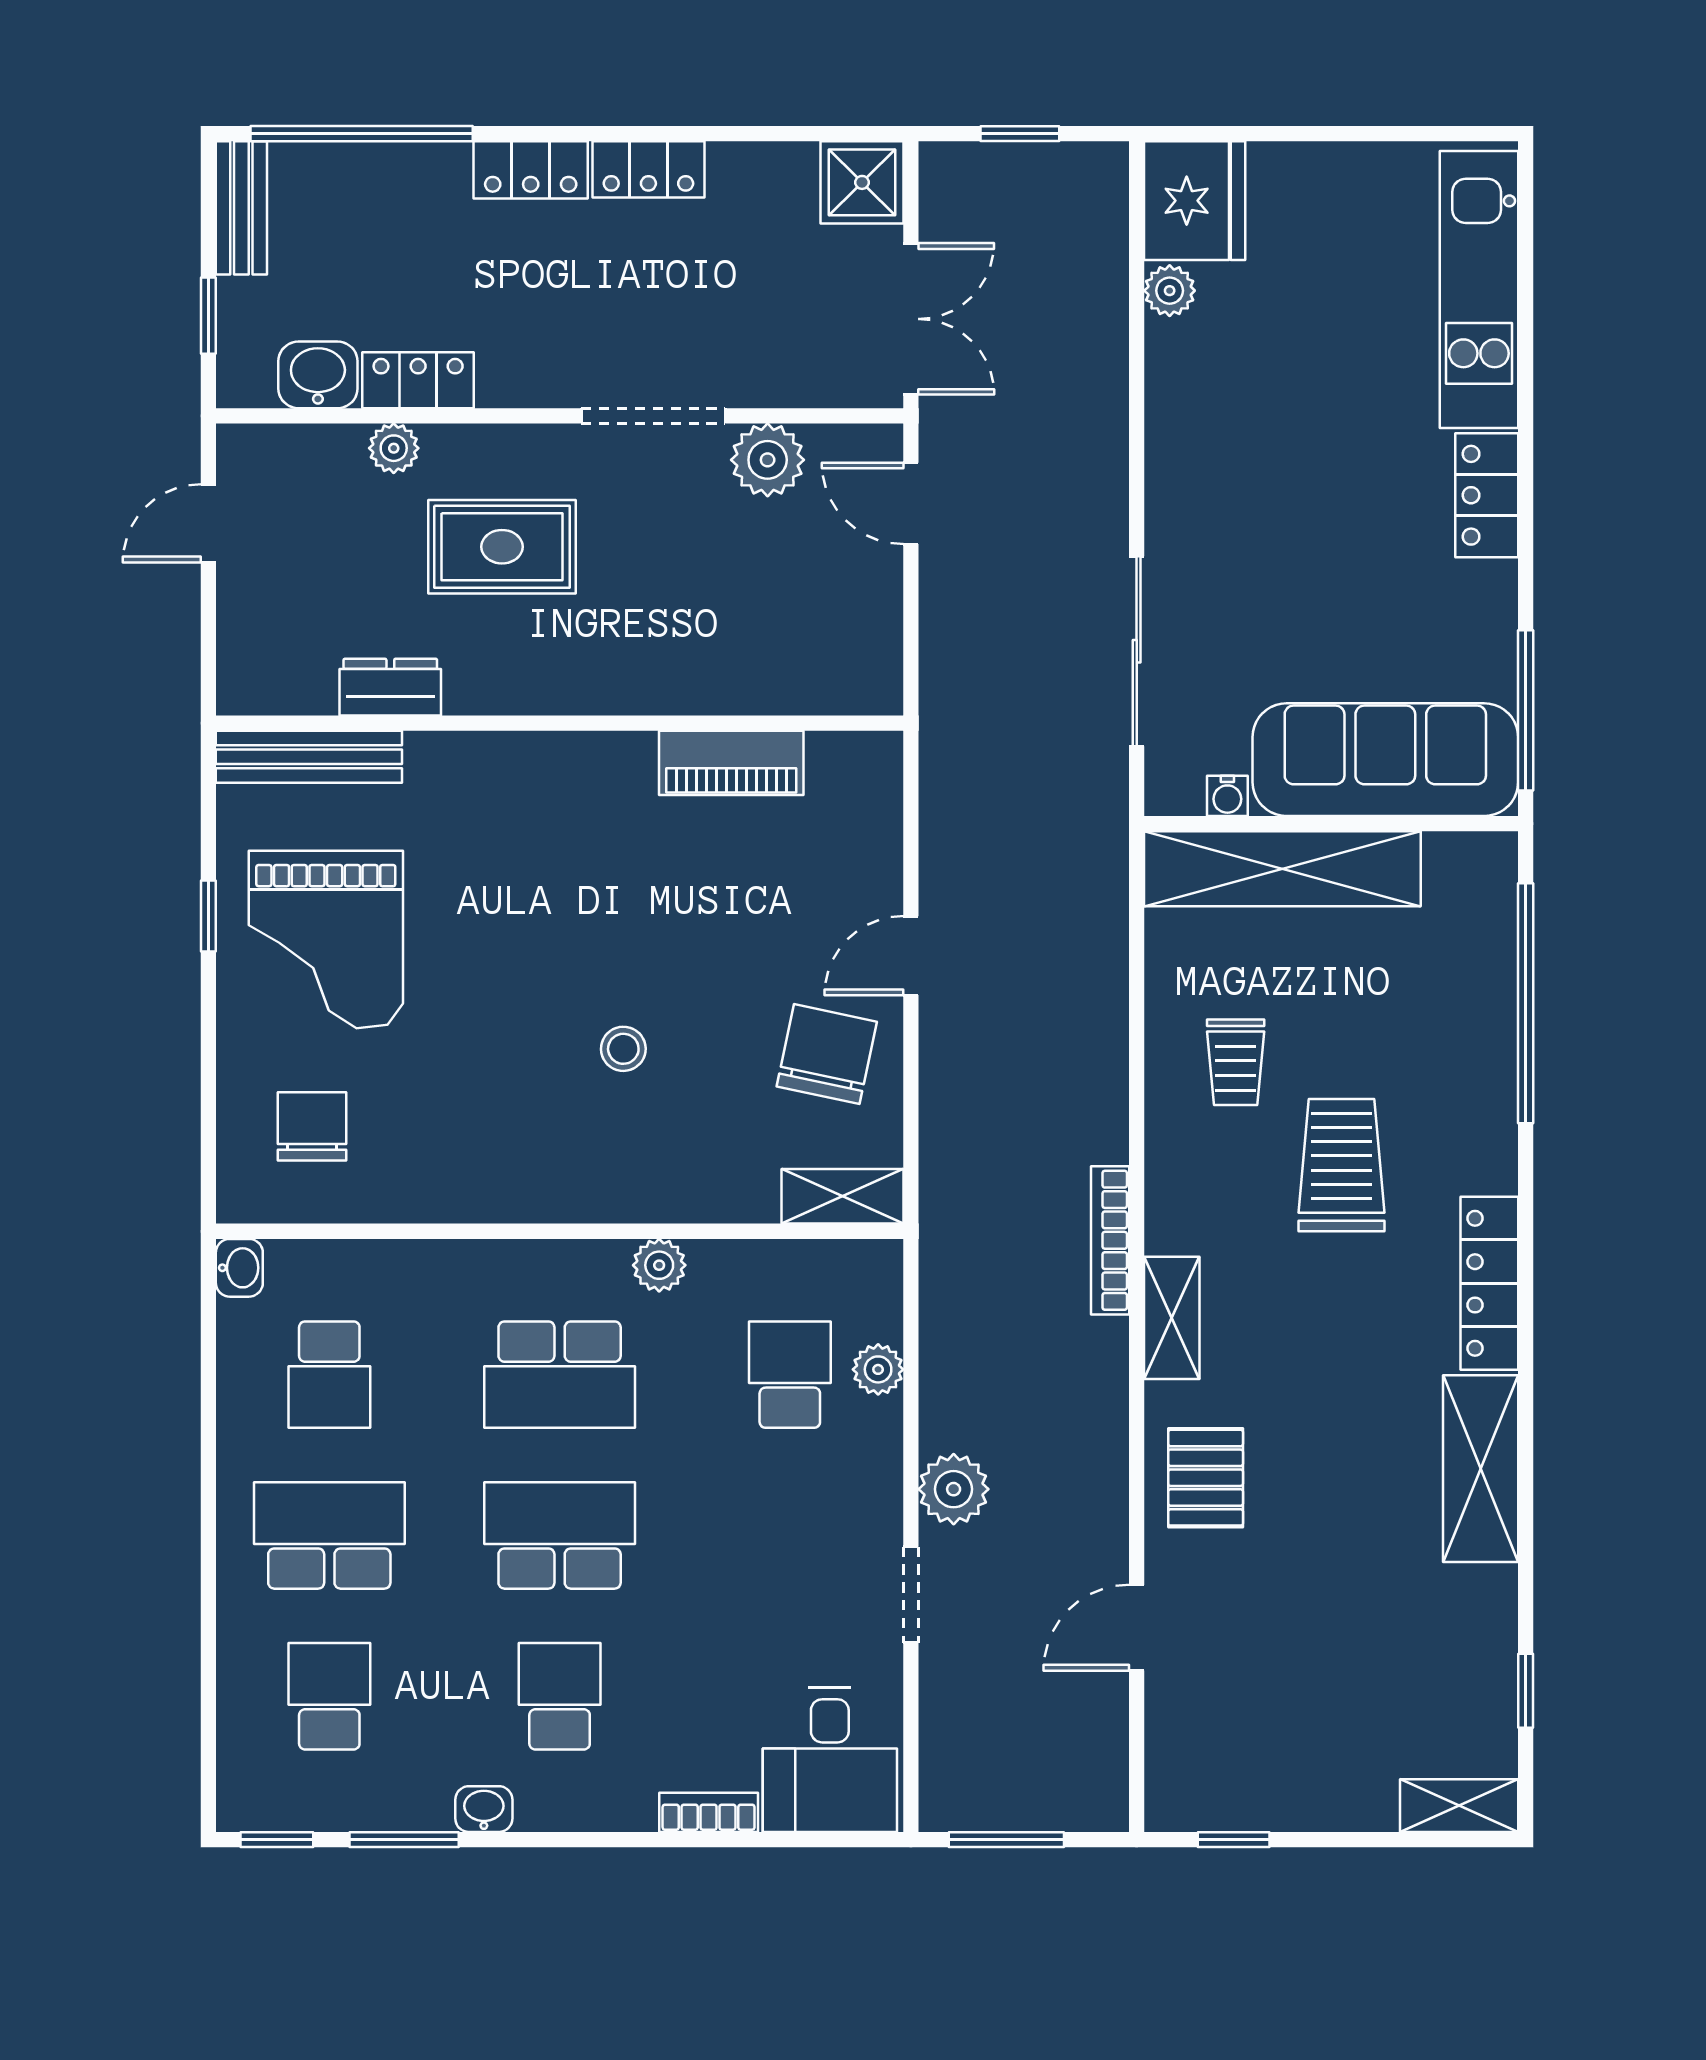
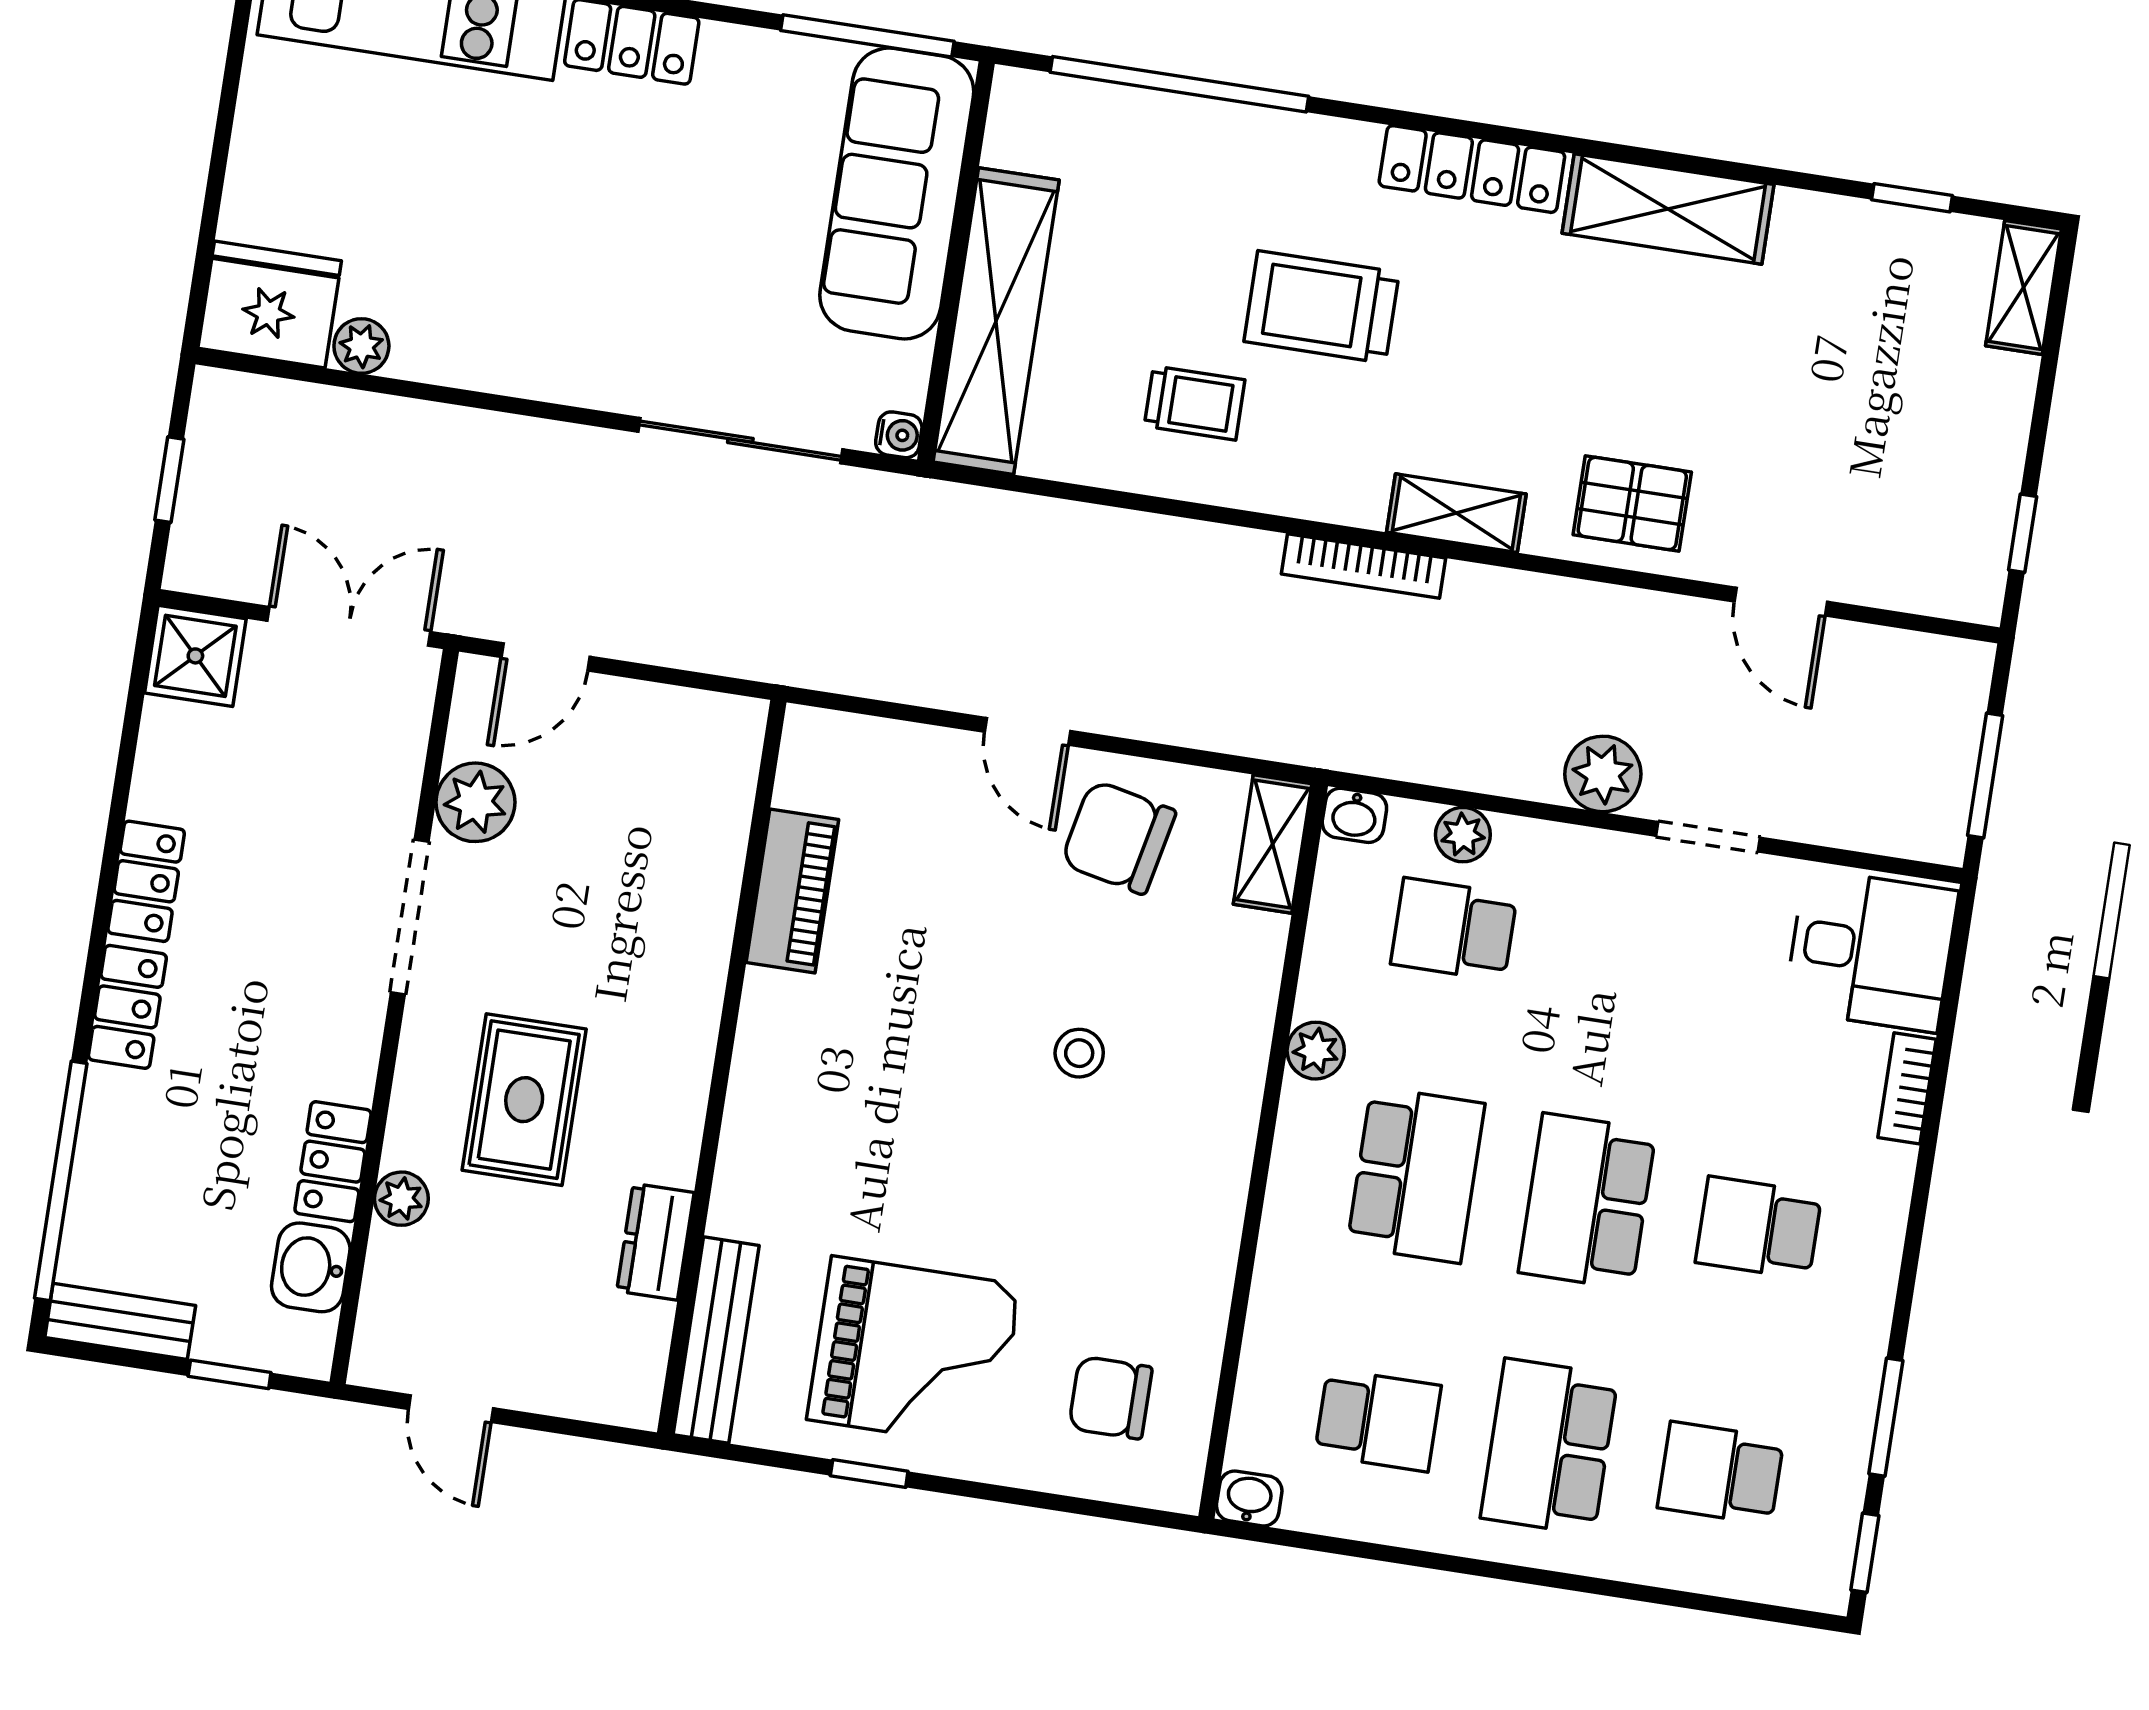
water cooler: (1227, 796) -> (899, 435), moved
washbasin: (484, 1809) -> (1354, 815), moved, turned -90

